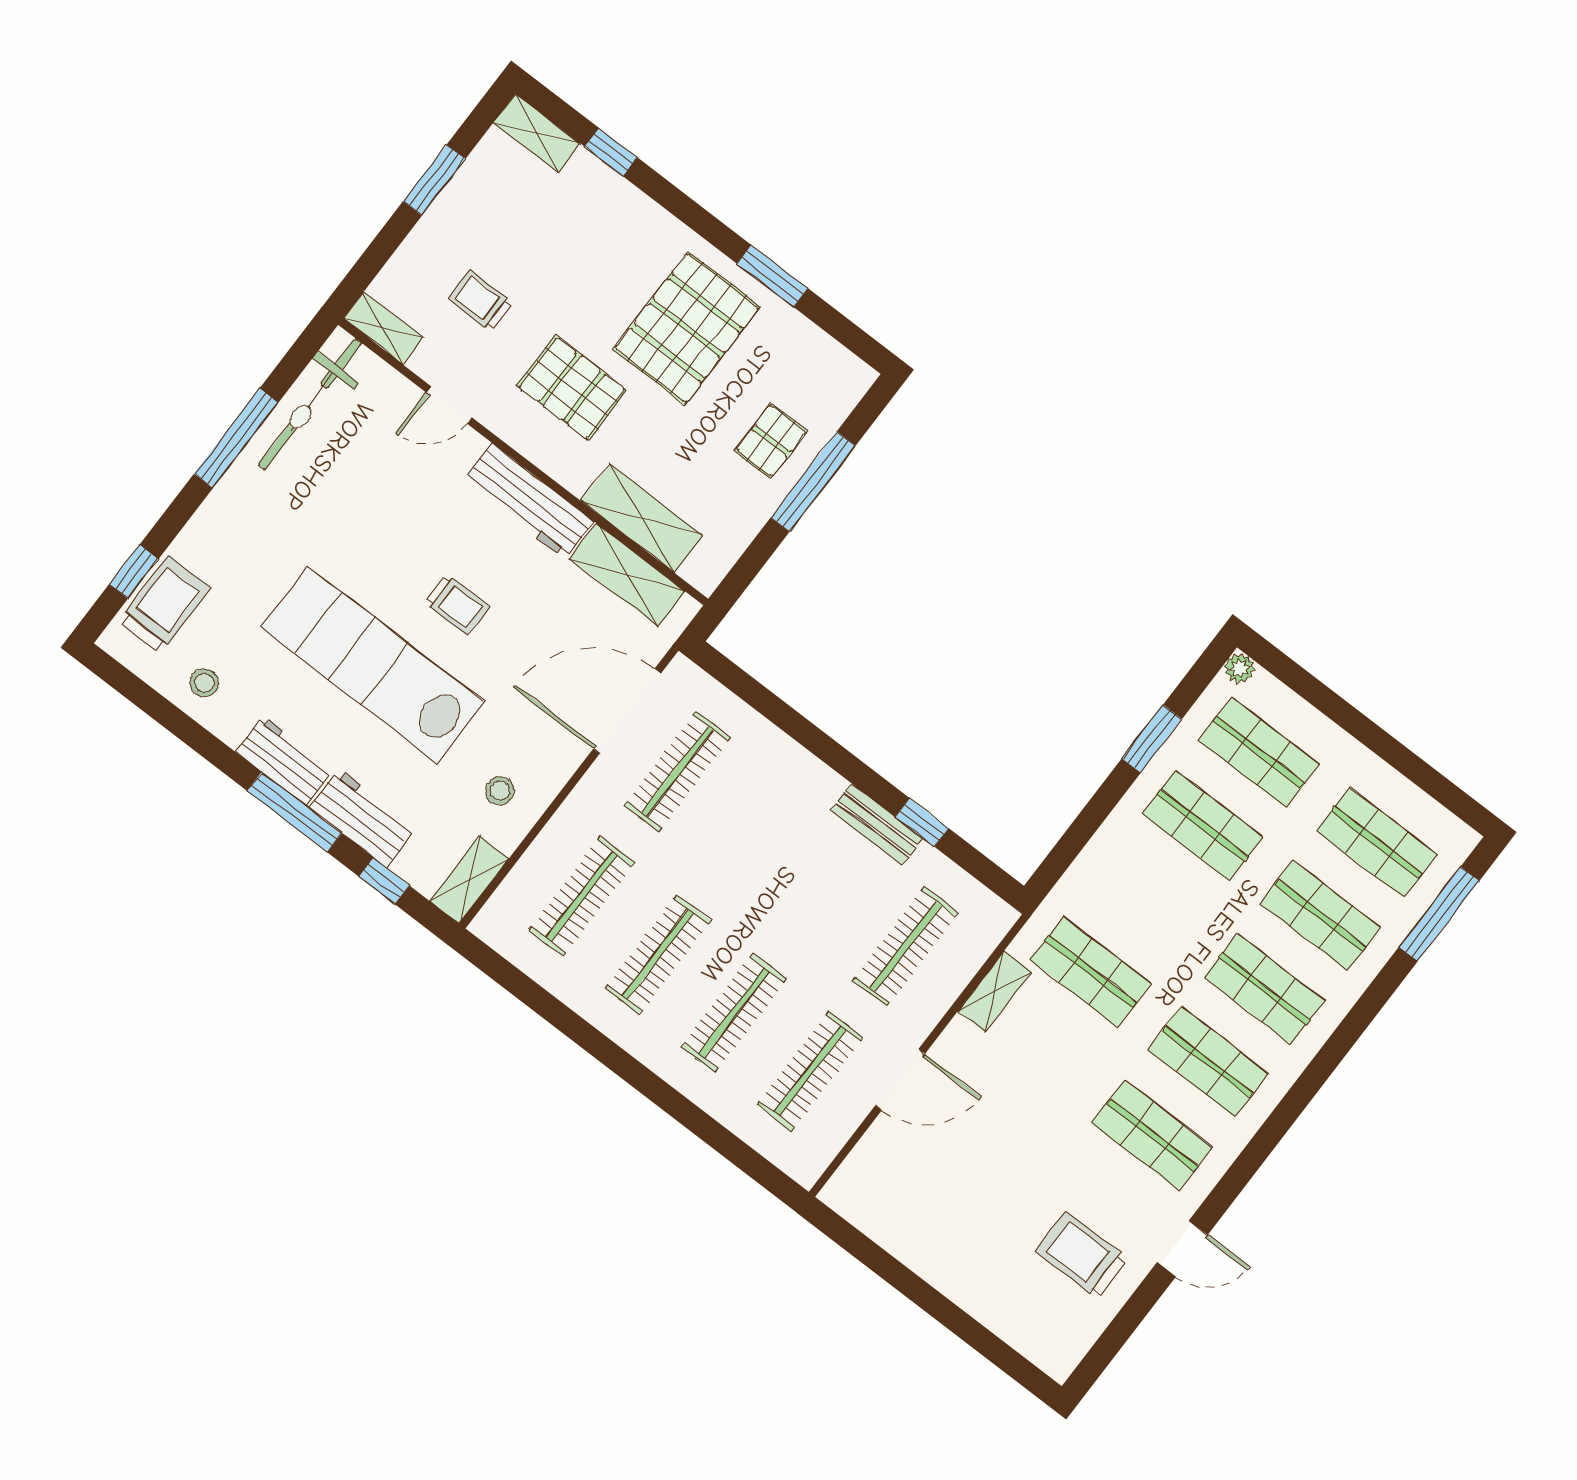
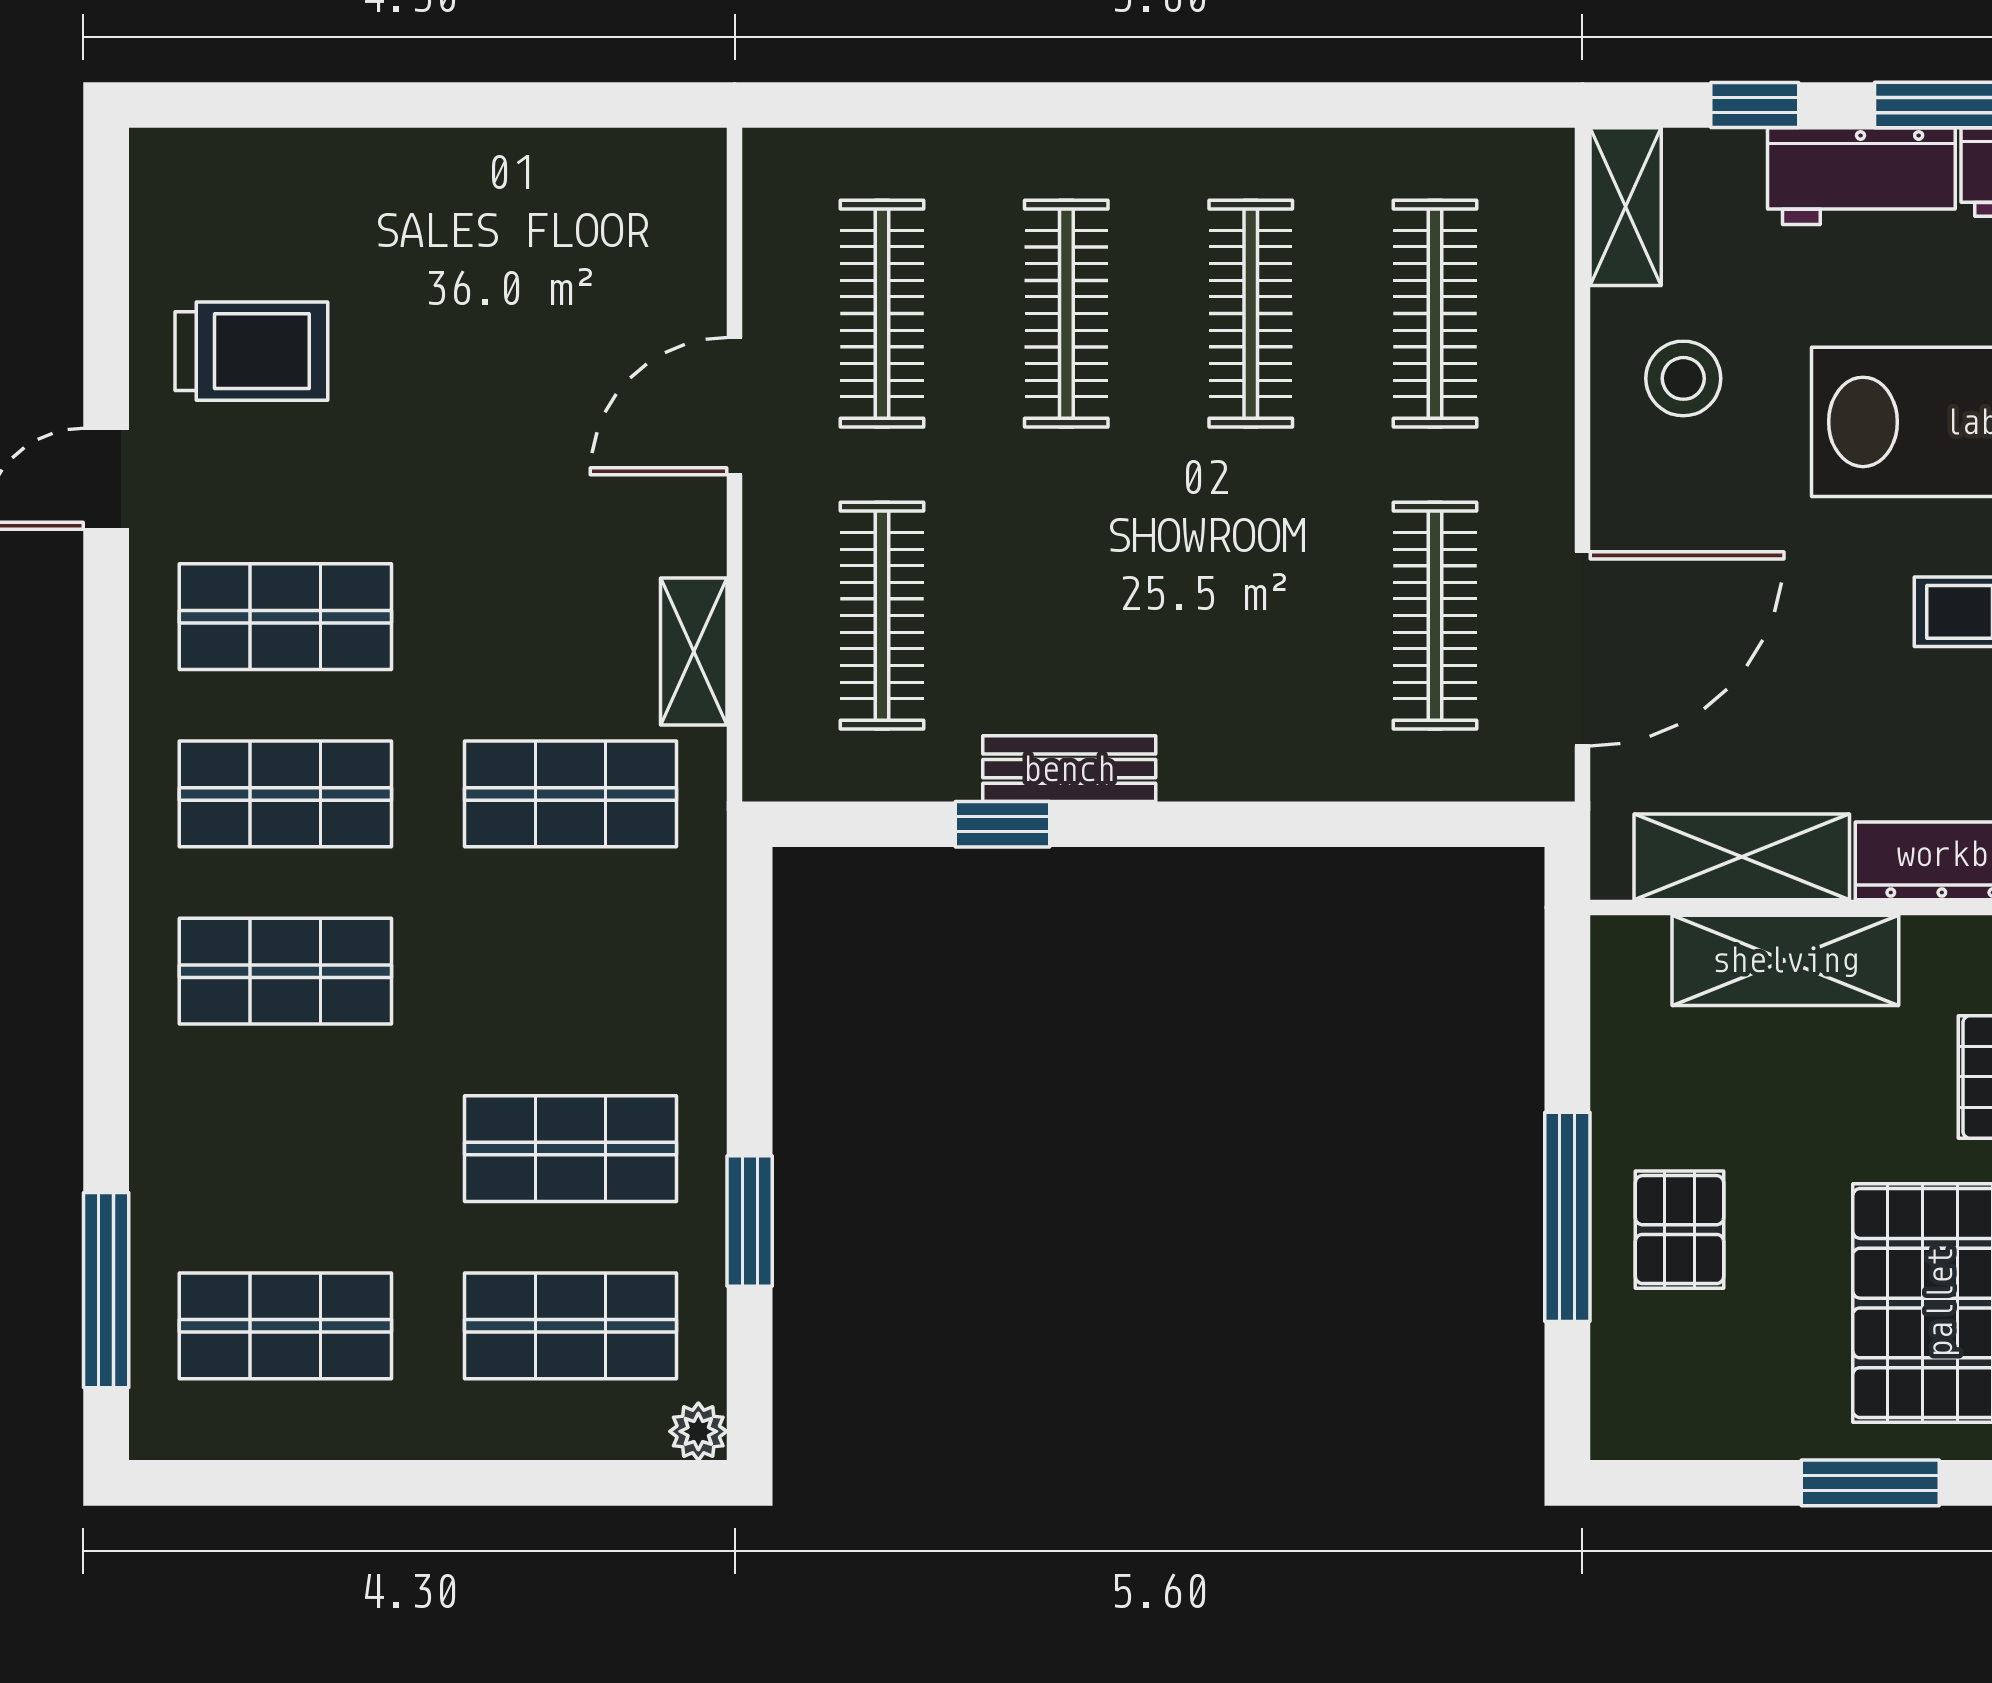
stool: (500, 791) -> (1683, 378), width x1.37, depth x1.37
shop shelf: (1320, 916) -> (285, 1149), removed

